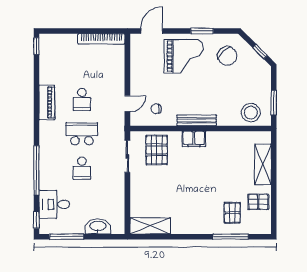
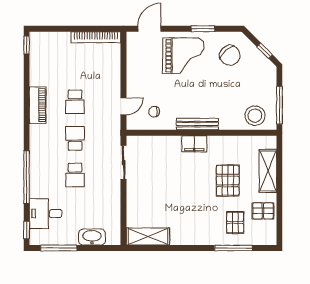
window: (274, 103) -> (279, 105), width x1.44
school desk: (82, 134) -> (75, 138), width x0.54
pallet: (157, 150) -> (228, 180), moved

